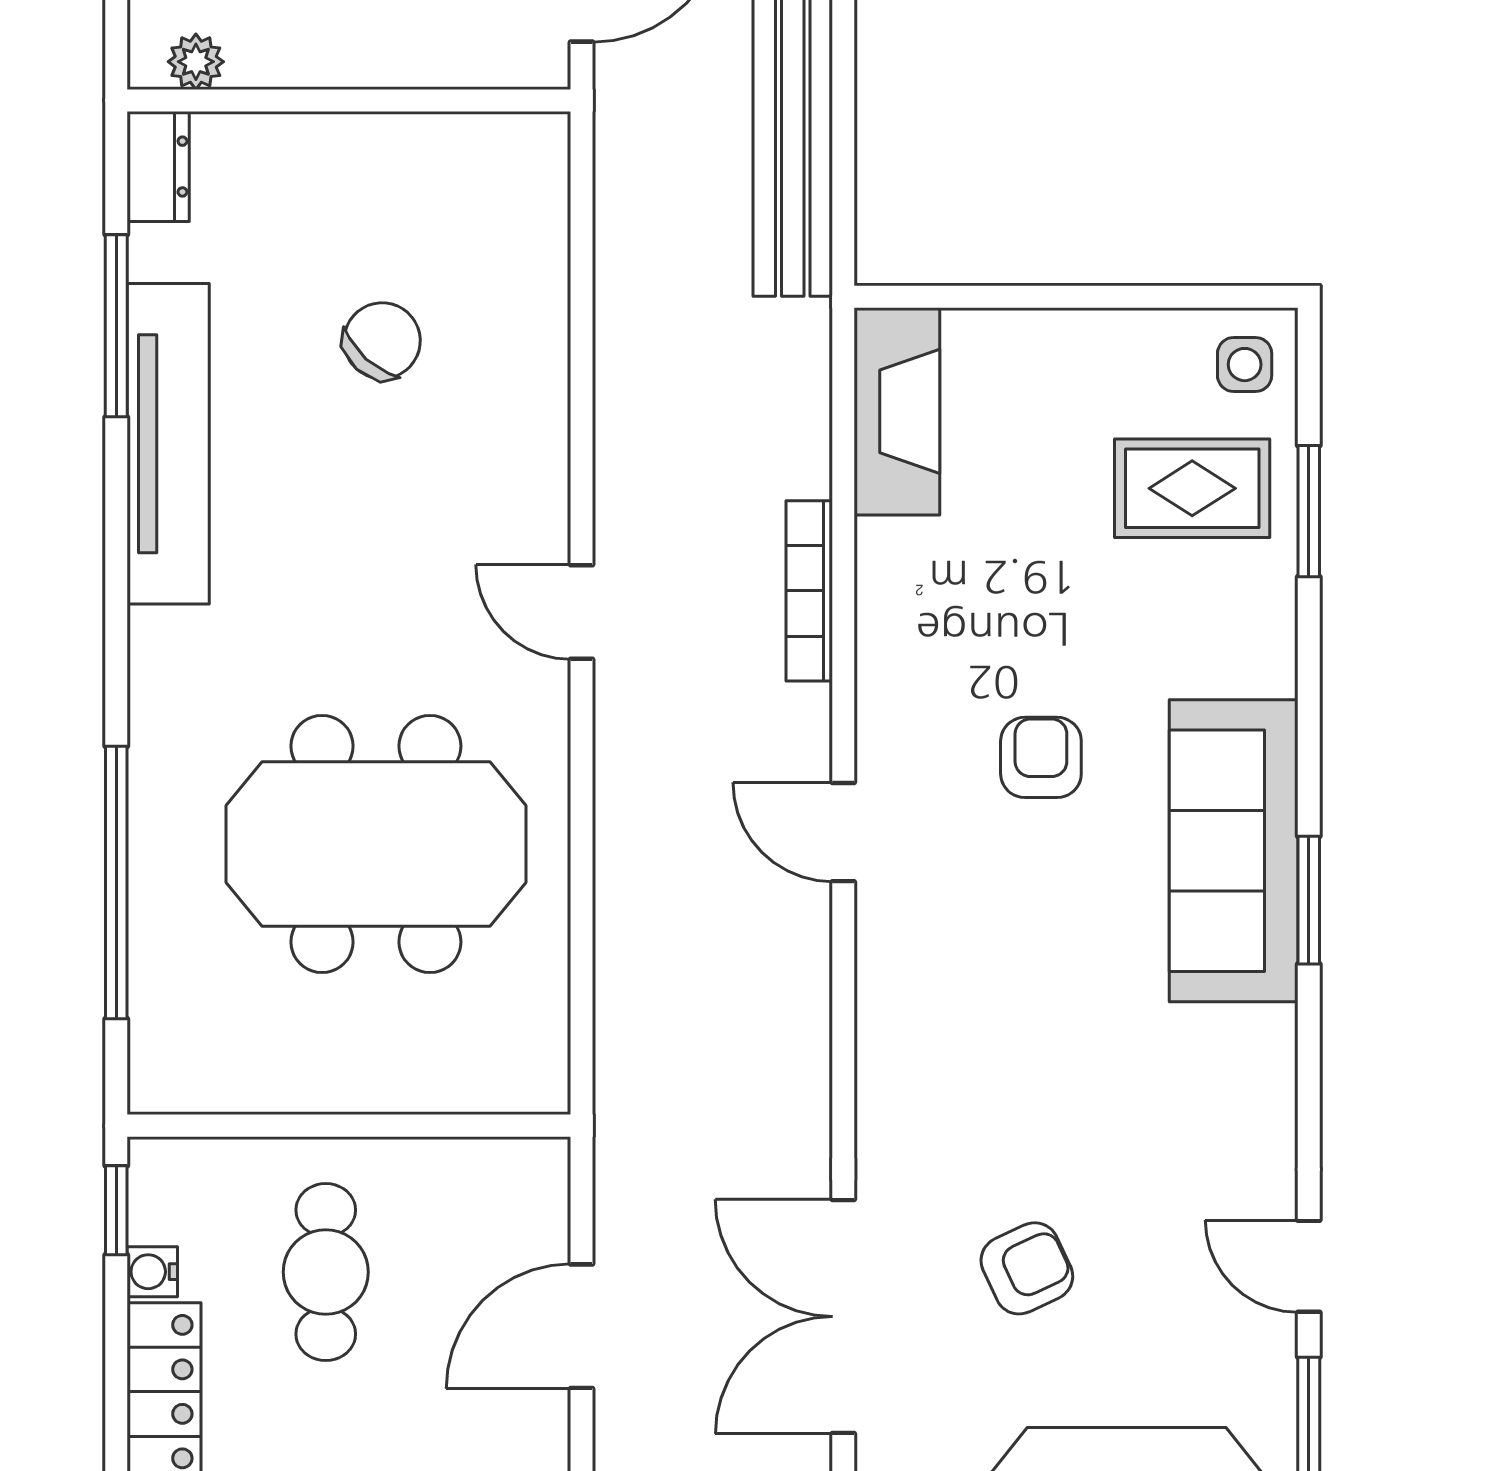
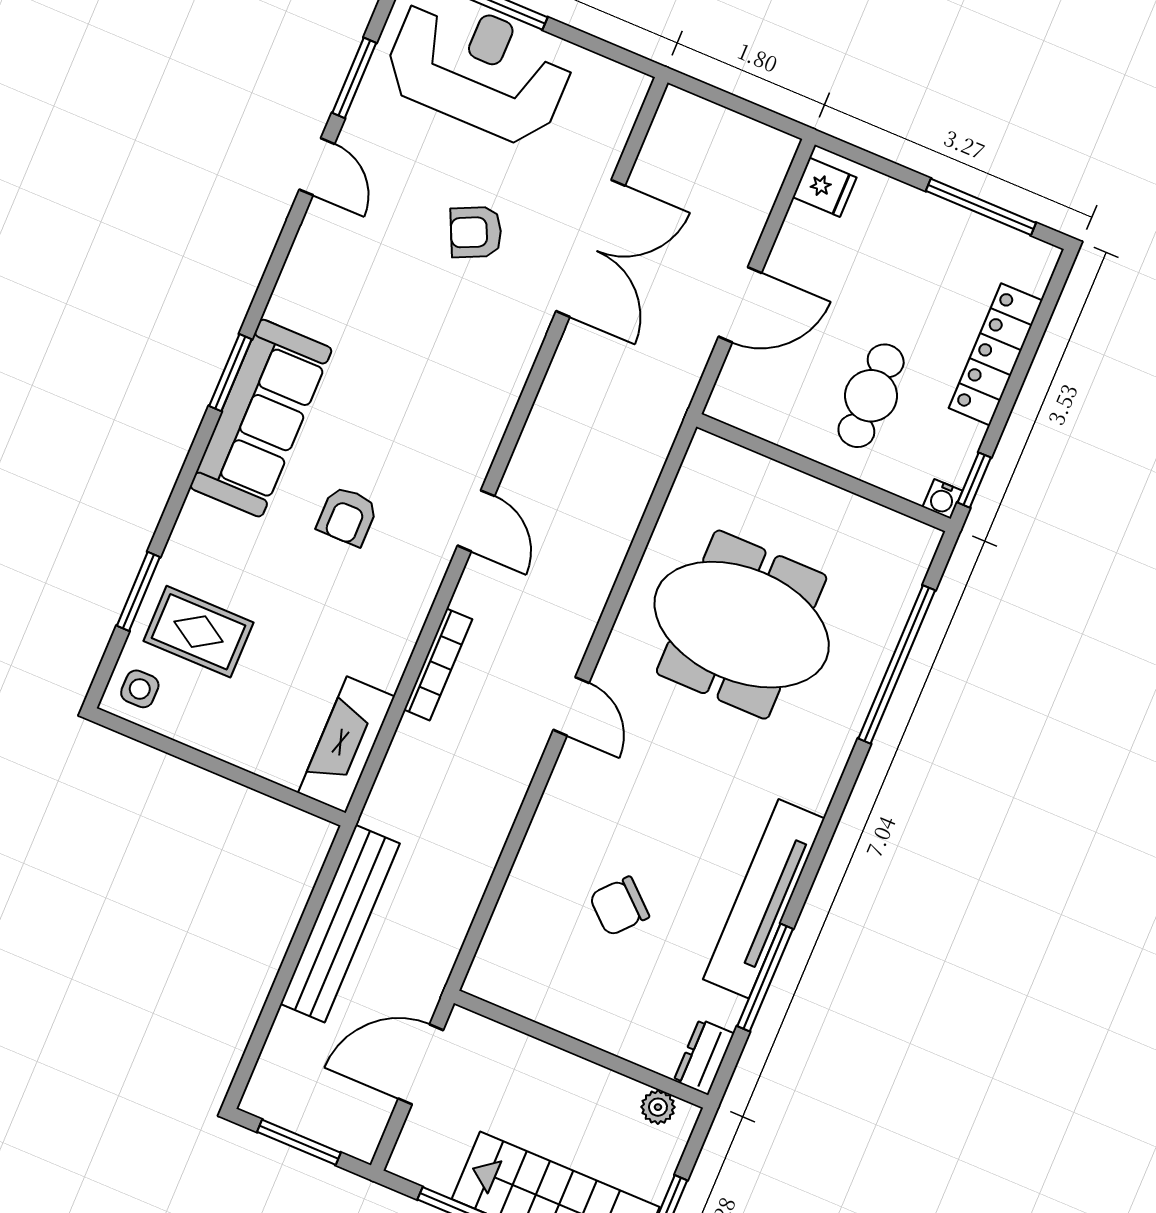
water cooler: (152, 1272) -> (942, 499), moved, turned 90

